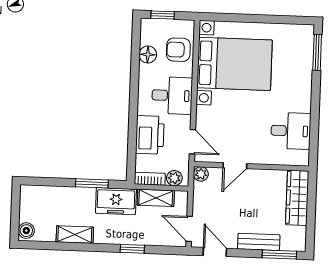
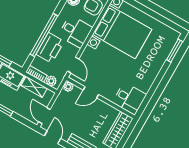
window: (133, 122) -> (44, 35), added
desk: (291, 131) -> (129, 99), moved

